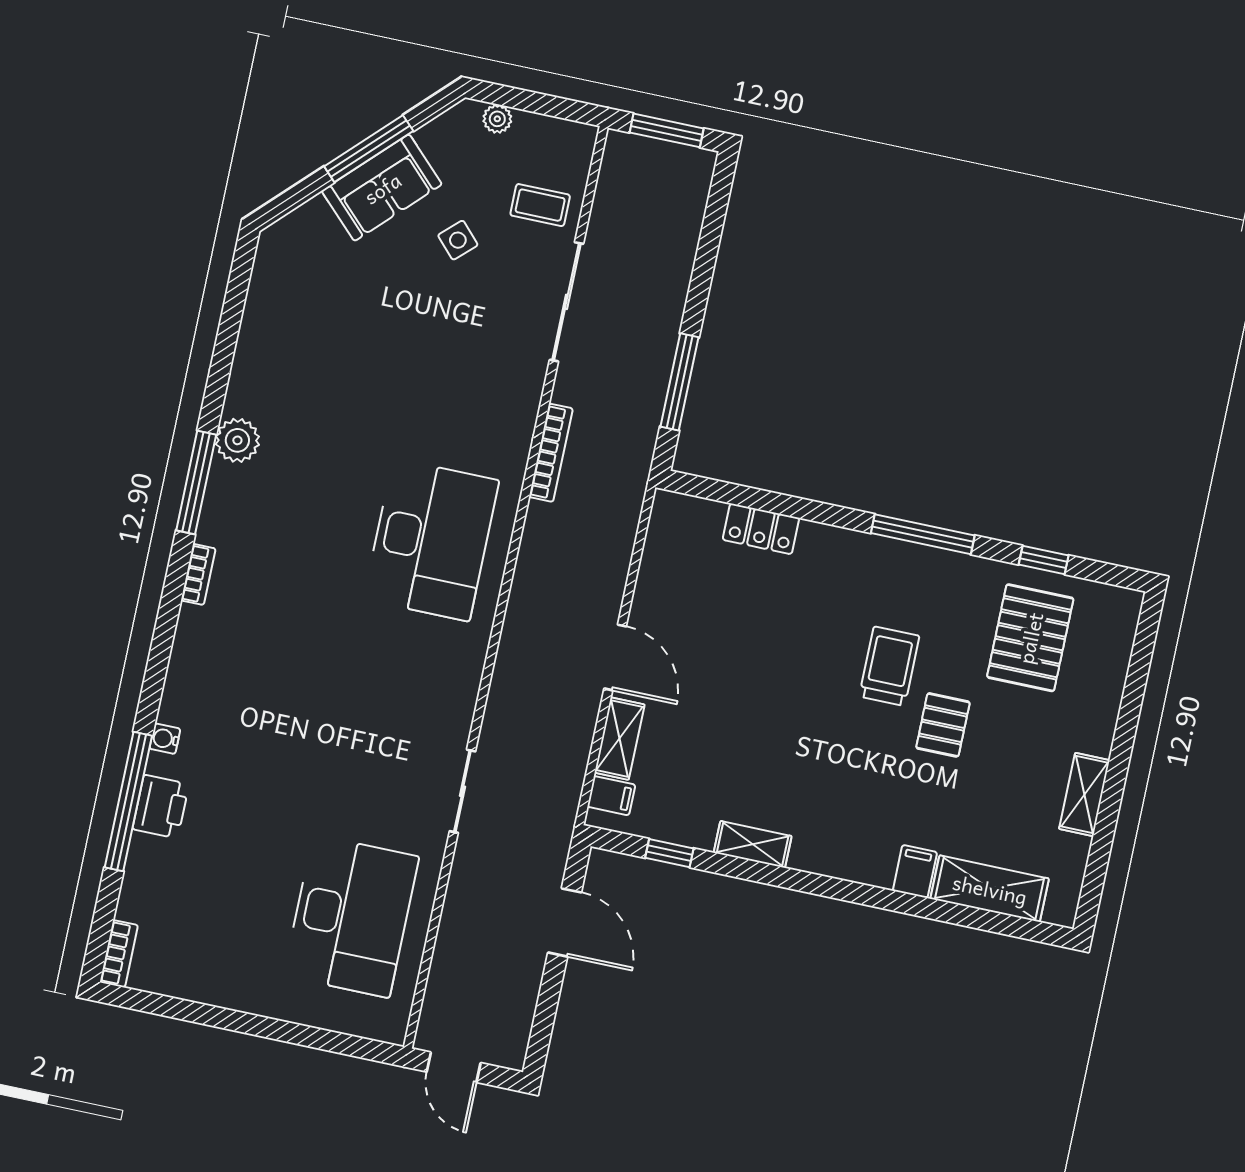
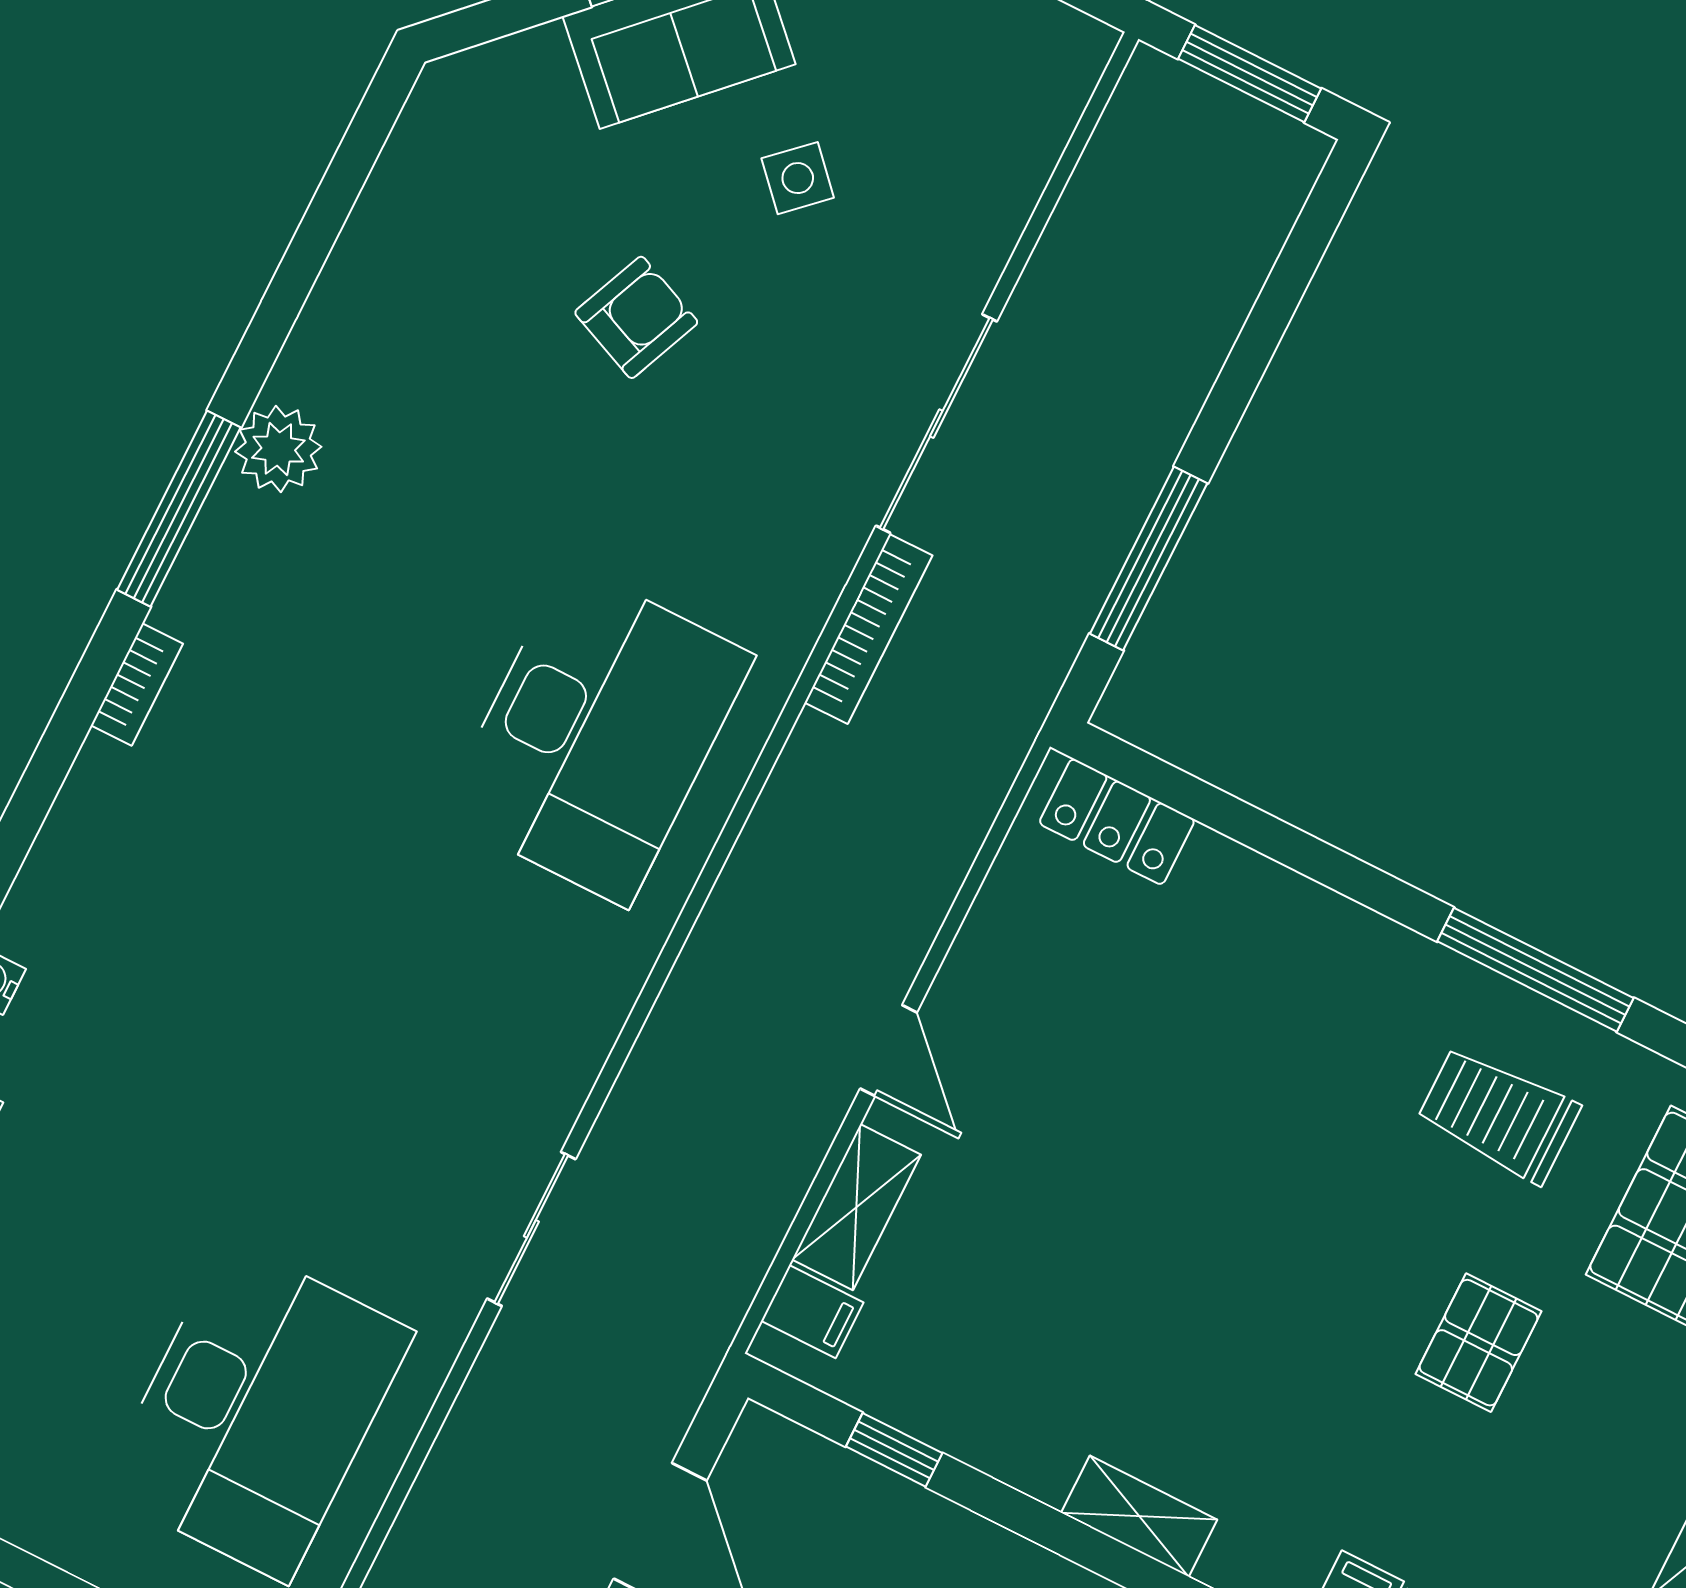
coffee table: (540, 205) -> (972, 152), removed
sliding door: (566, 302) -> (936, 424), moved
armchair: (396, 329) -> (636, 317), added
locker: (761, 529) -> (1117, 822), moved
door: (615, 657) -> (889, 1051), width x0.73
trolley: (889, 666) -> (1498, 1114), moved, turned -90
shelving: (753, 844) -> (1139, 1516), moved

